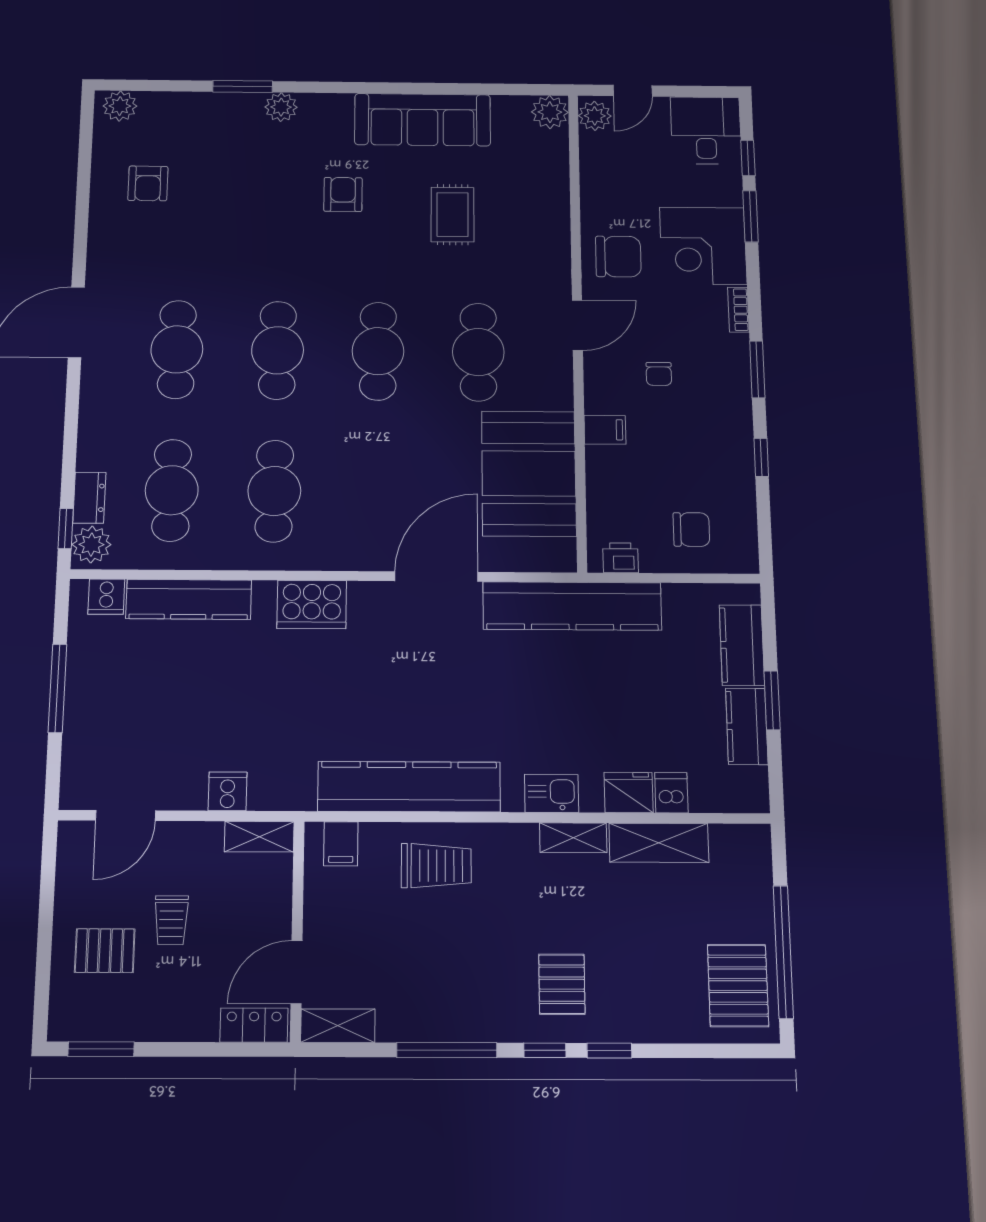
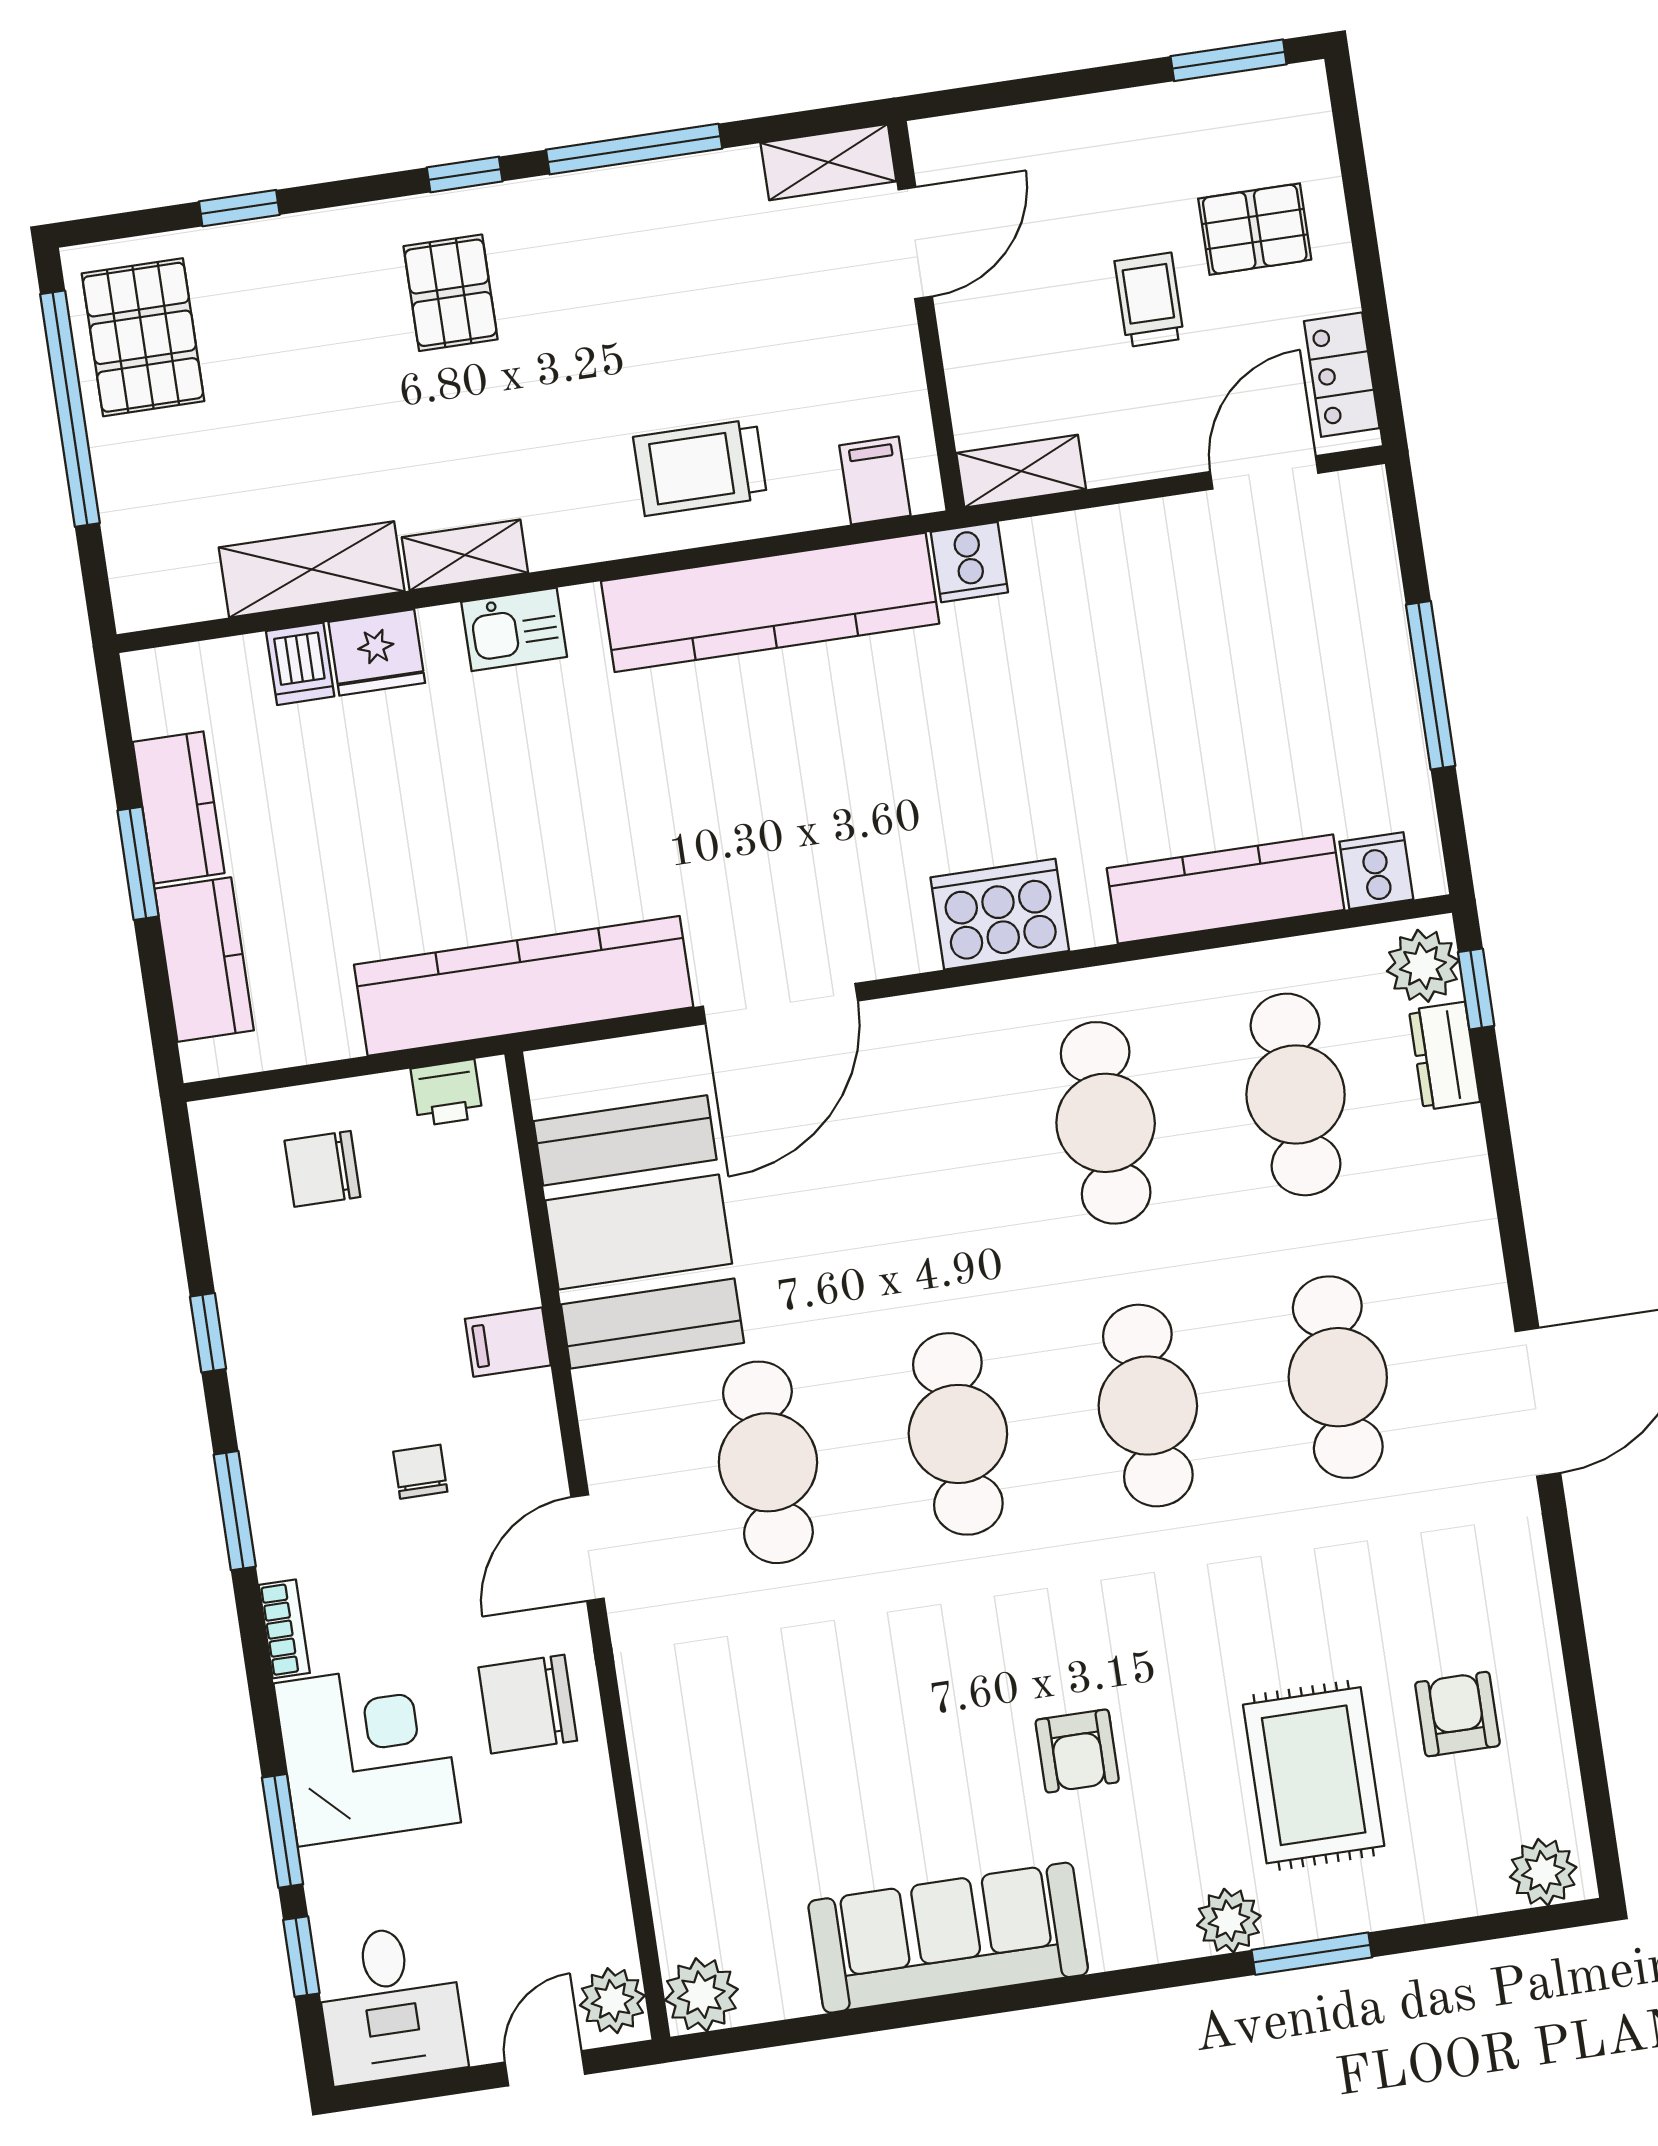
rug: (453, 215) -> (1314, 1775), moved, width x1.36, depth x1.43
cooker: (227, 791) -> (969, 562), moved
locker: (254, 1025) -> (1342, 375), moved, turned 90
window: (609, 1051) -> (239, 208), moved

